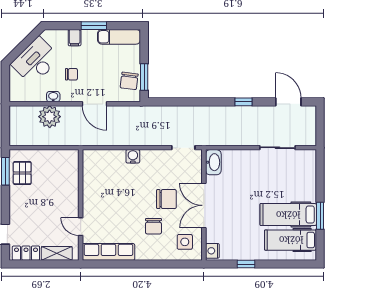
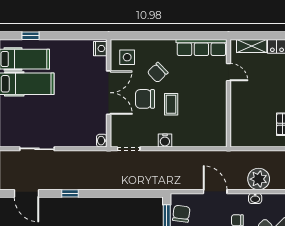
water cooler: (133, 156) -> (165, 140), moved
washbasin: (213, 162) -> (102, 141), width x0.52, depth x0.69
coffee table: (140, 194) -> (171, 104), added
chair: (153, 226) -> (158, 72), turned -134
window: (246, 264) -> (30, 36), moved

